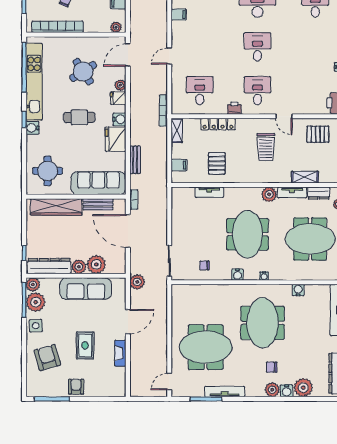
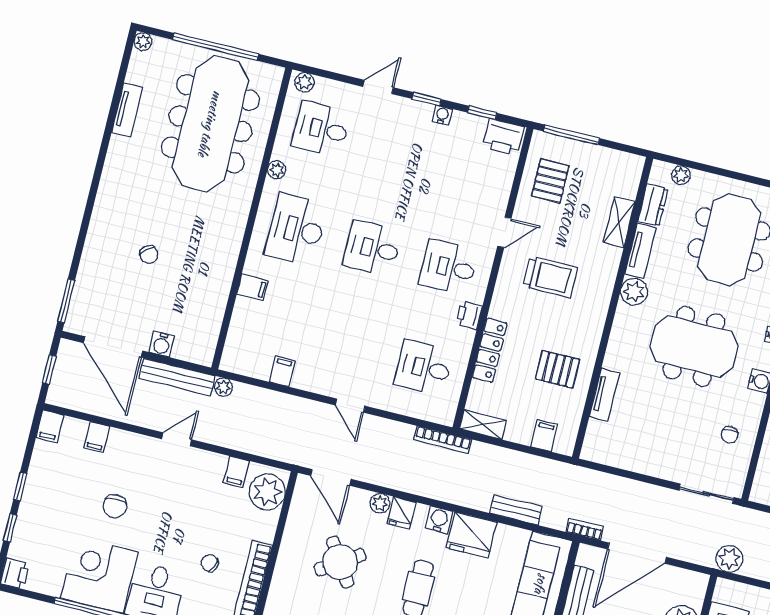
plant: (116, 27) -> (267, 492), width x1.88, depth x1.88

